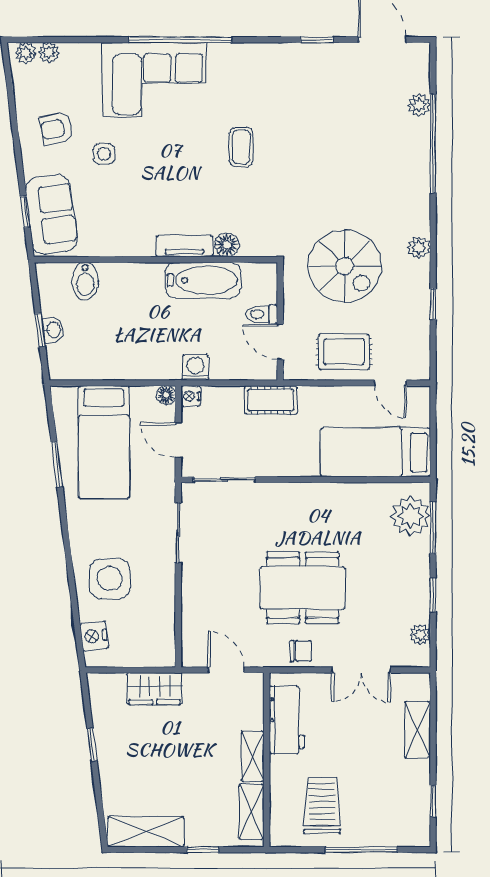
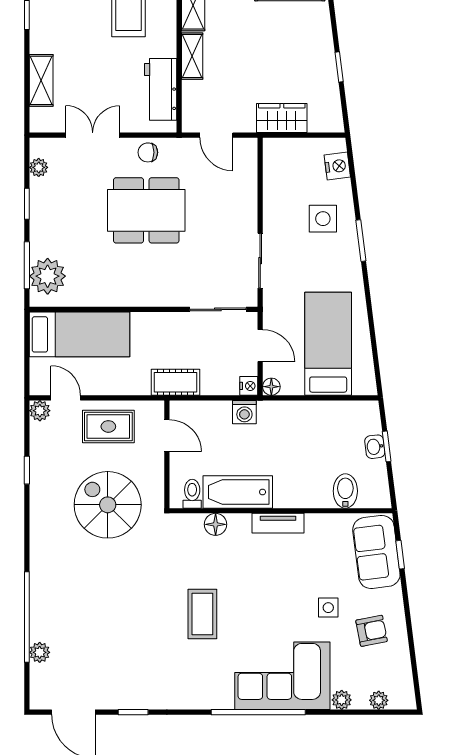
plant: (26, 53) -> (342, 700), moved
coffee table: (241, 147) -> (202, 614), width x1.36, depth x1.30
tv unit: (184, 246) -> (278, 523), moved
plant: (419, 248) -> (40, 411), moved
toilet: (262, 314) -> (192, 494), moved, turned -90
window: (57, 464) -> (361, 241), moved
side table: (110, 579) -> (323, 219), width x0.73, depth x0.73

